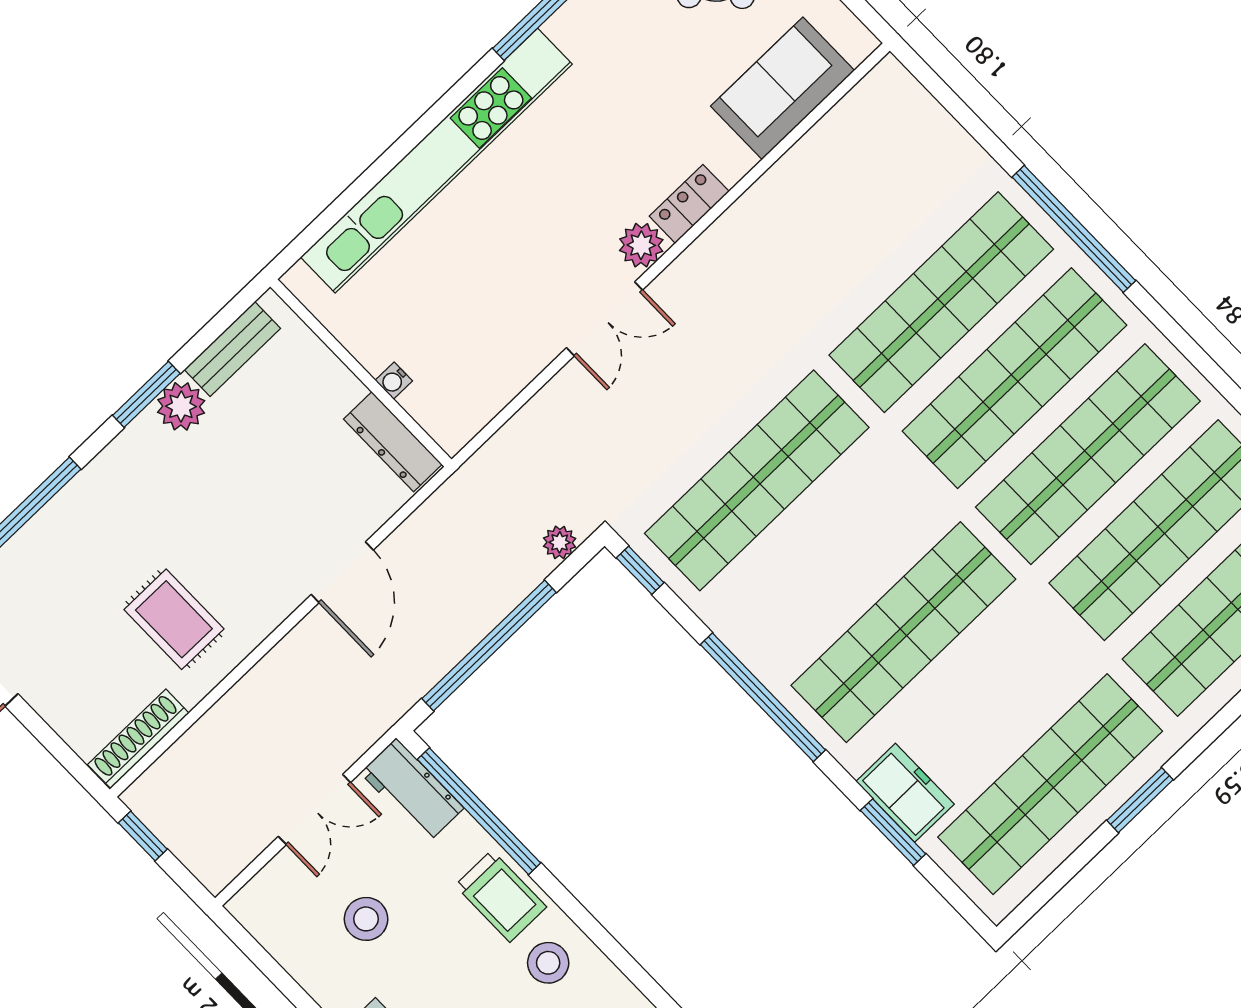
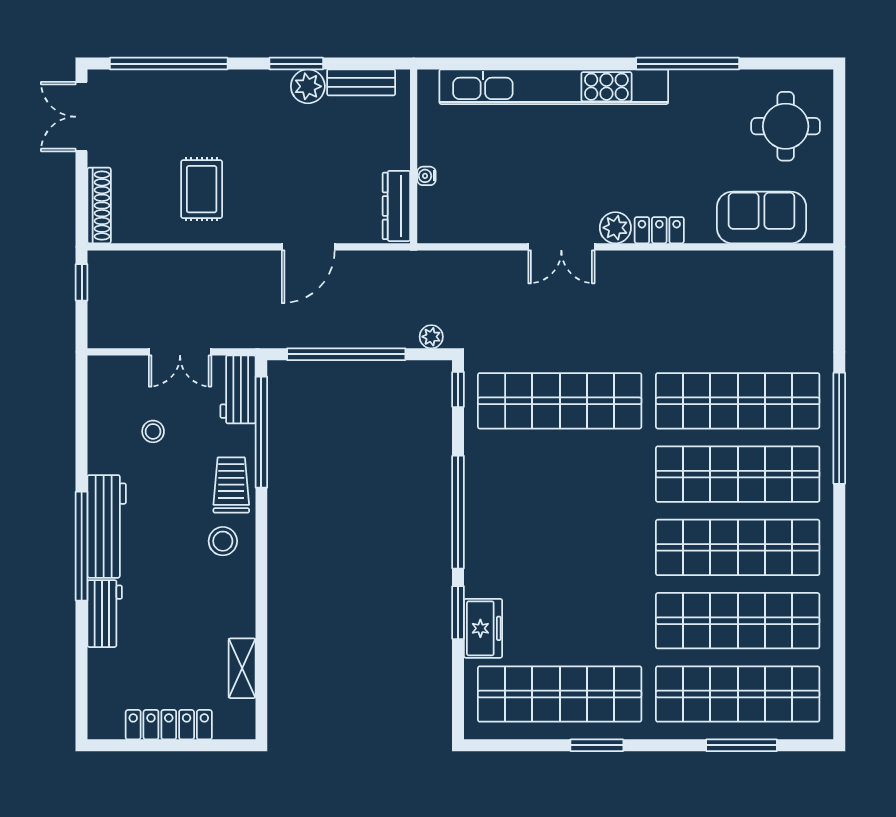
shop shelf: (903, 632) -> (560, 547), removed
shoe rack: (138, 739) -> (99, 206), moved, turned 90
window: (893, 832) -> (458, 613), moved
trolley: (501, 896) -> (231, 485), turned 180
stool: (366, 919) -> (153, 431), width x0.73, depth x0.73

